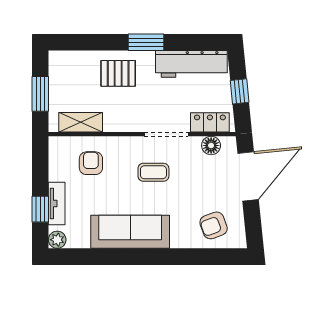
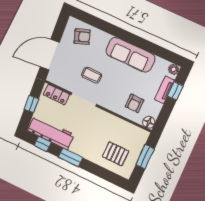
window: (195, 42) -> (43, 144), added
pallet: (118, 73) -> (116, 154), moved
shelving: (81, 122) -> (130, 129), removed
floor lamp: (211, 146) -> (149, 122), moved
coffee table: (153, 172) -> (92, 75), moved

